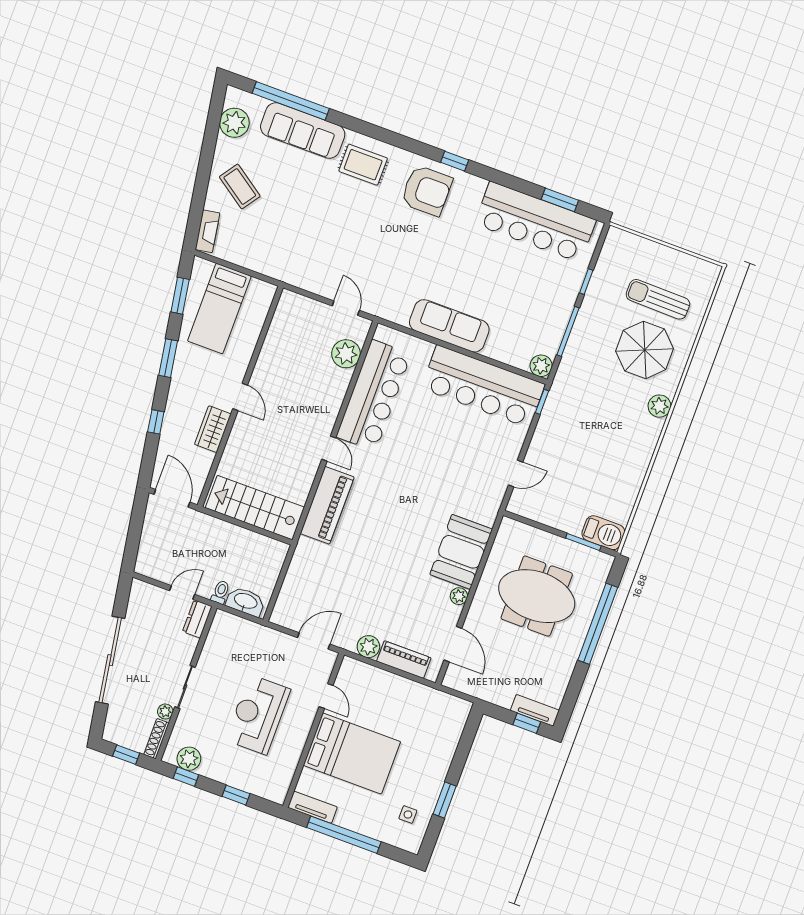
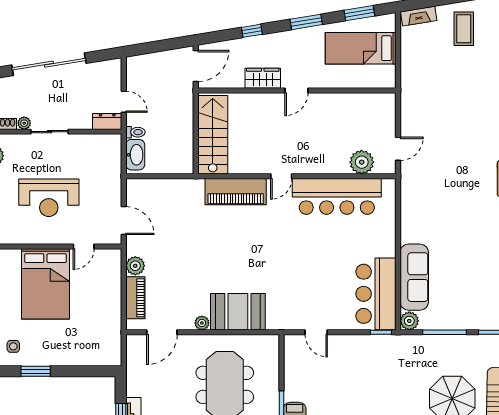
coffee table: (240, 186) -> (464, 29), turned -35
sofa: (449, 326) -> (414, 277), moved
bar counter: (483, 386) -> (376, 294), width x0.73
reception desk: (258, 715) -> (49, 198), turned 180

